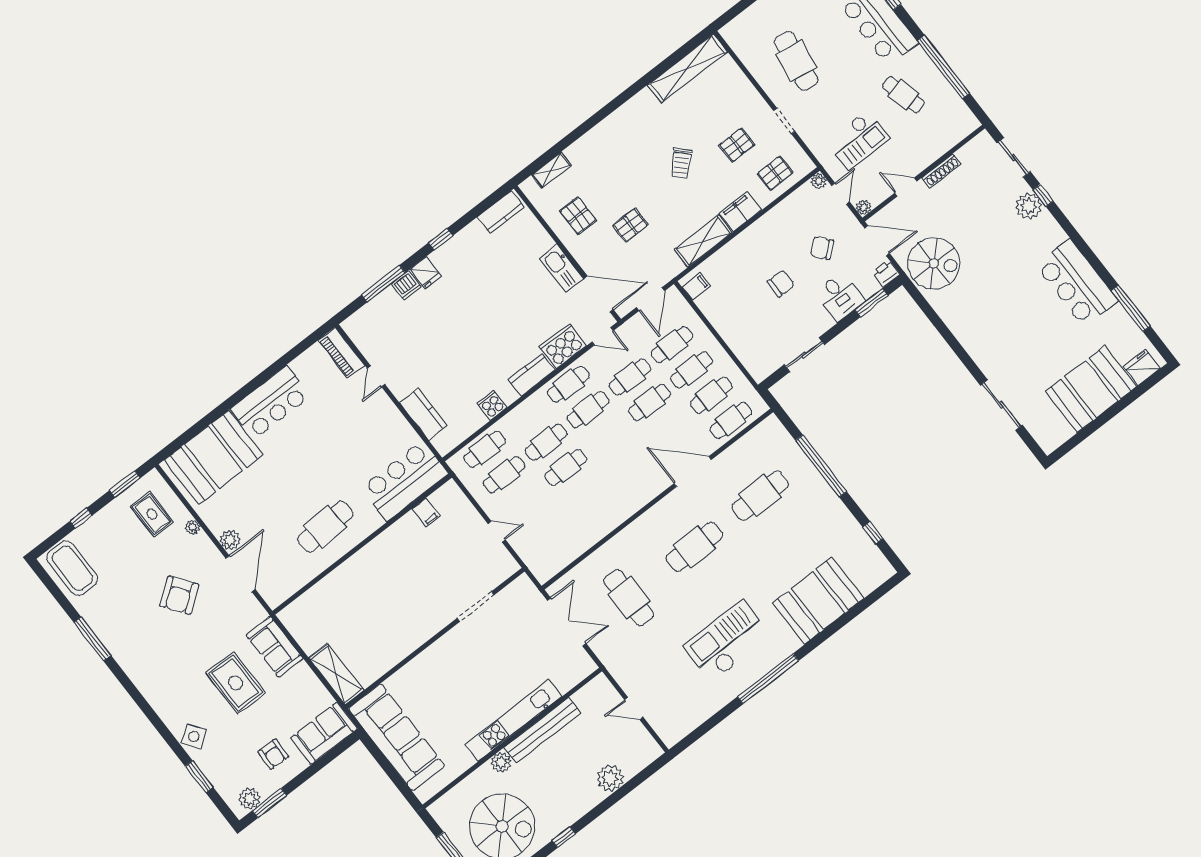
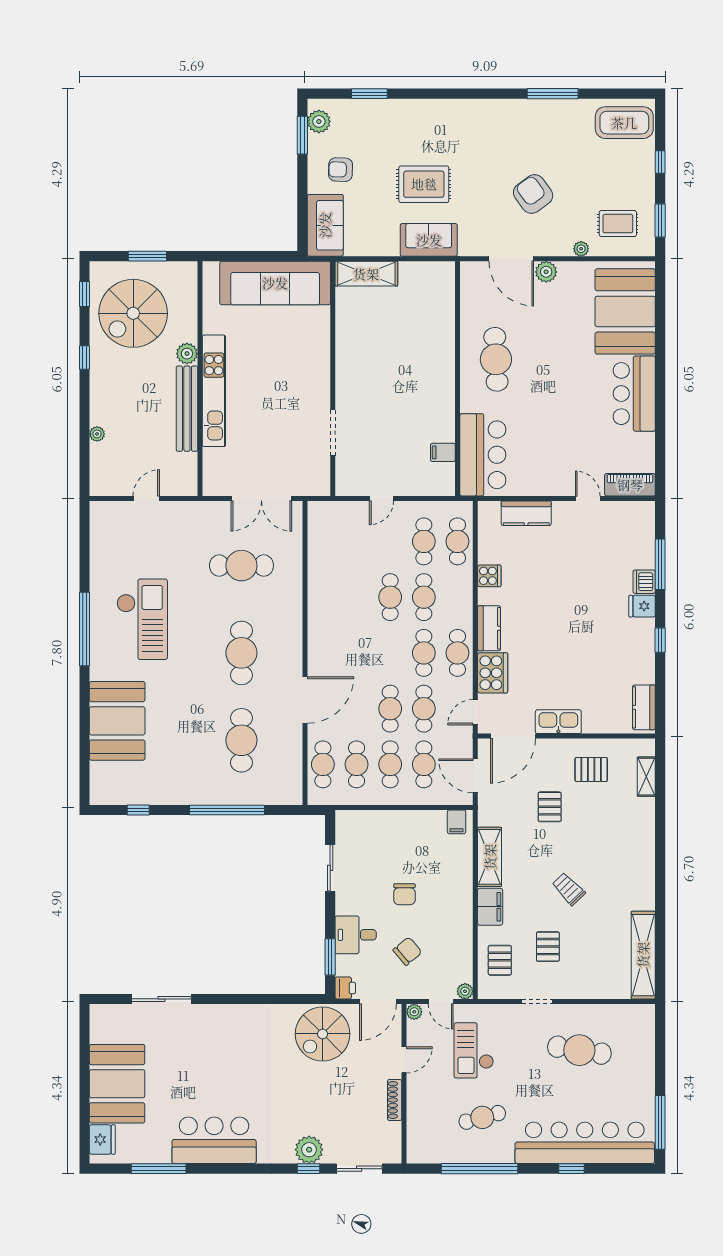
side table: (194, 736) -> (406, 115), removed
plant: (610, 778) -> (97, 434), width x0.53, depth x0.53

